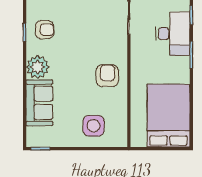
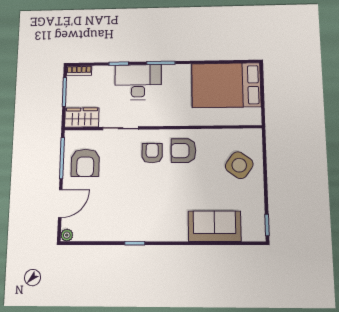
armchair: (45, 30) -> (152, 153), moved
plant: (38, 67) -> (174, 228), removed
side table: (94, 126) -> (239, 165), turned 36

